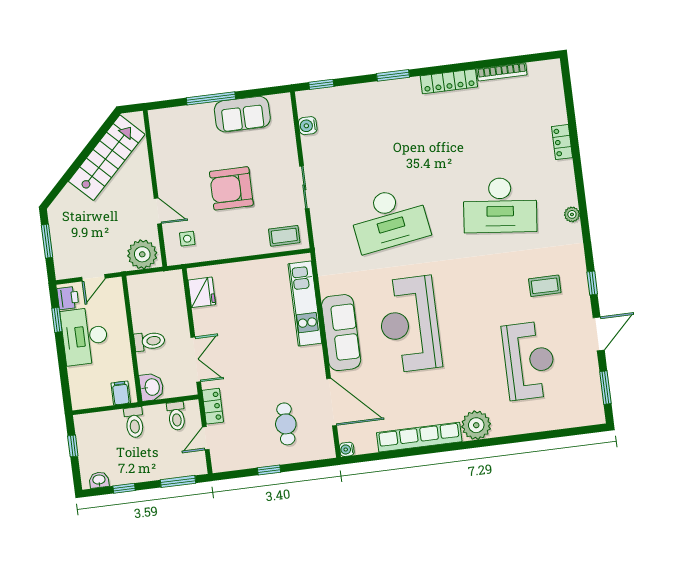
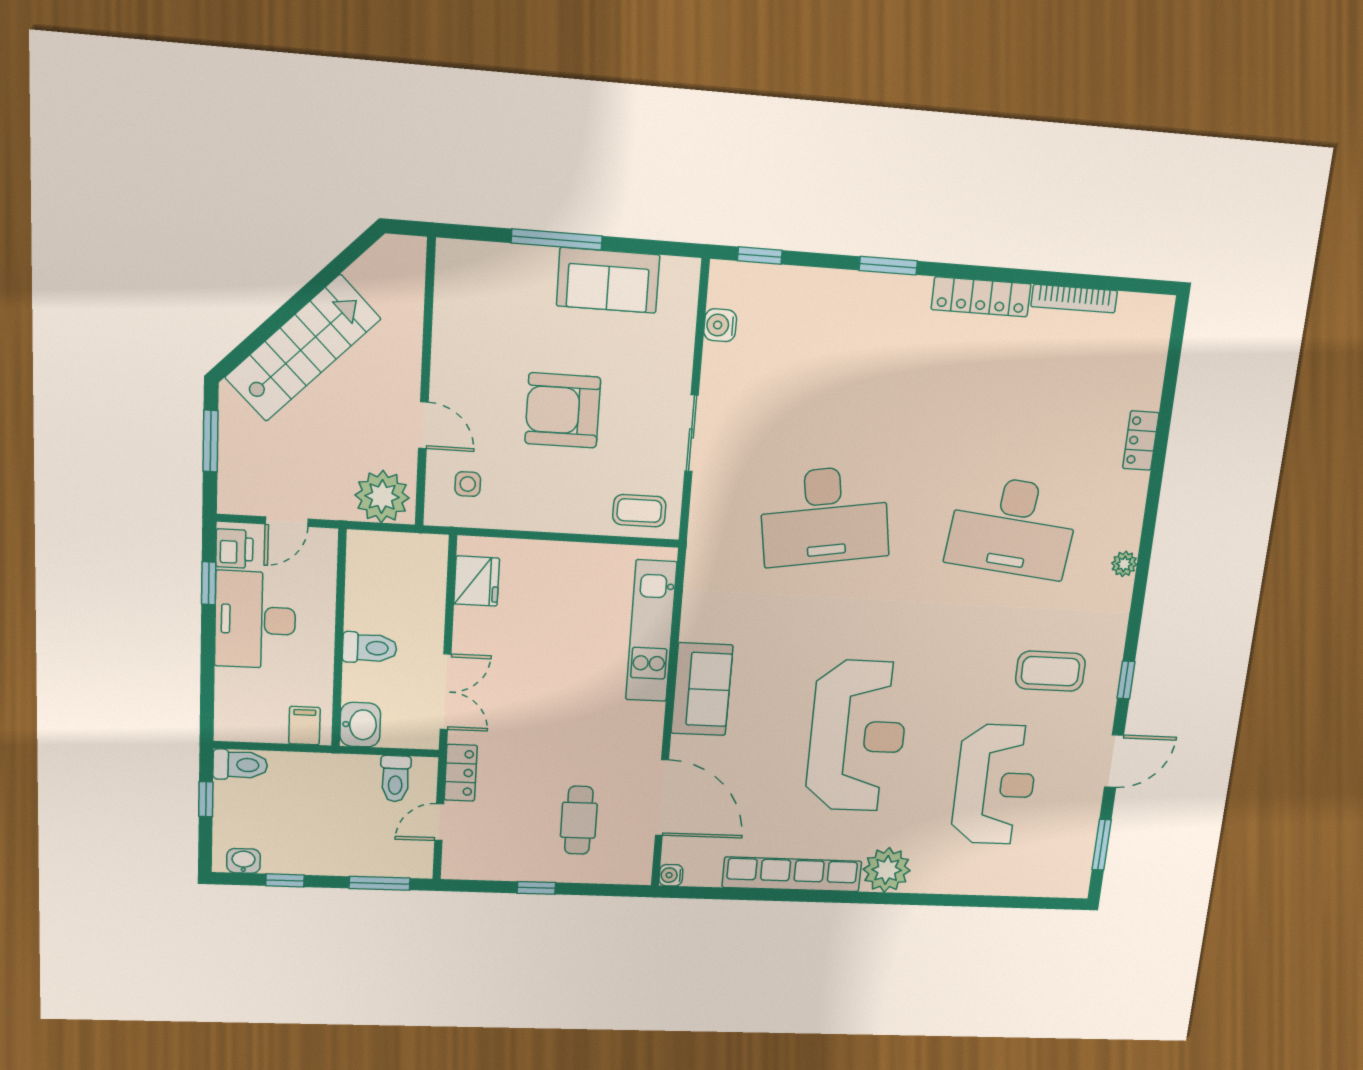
stairs: (107, 158) -> (303, 348), moved
coffee table: (545, 286) -> (1050, 671), width x1.36, depth x1.30
reception desk: (409, 324) -> (857, 736), moved, turned 180
sofa: (341, 333) -> (702, 689), width x0.73
toilet: (134, 422) -> (240, 765), moved, turned -90

